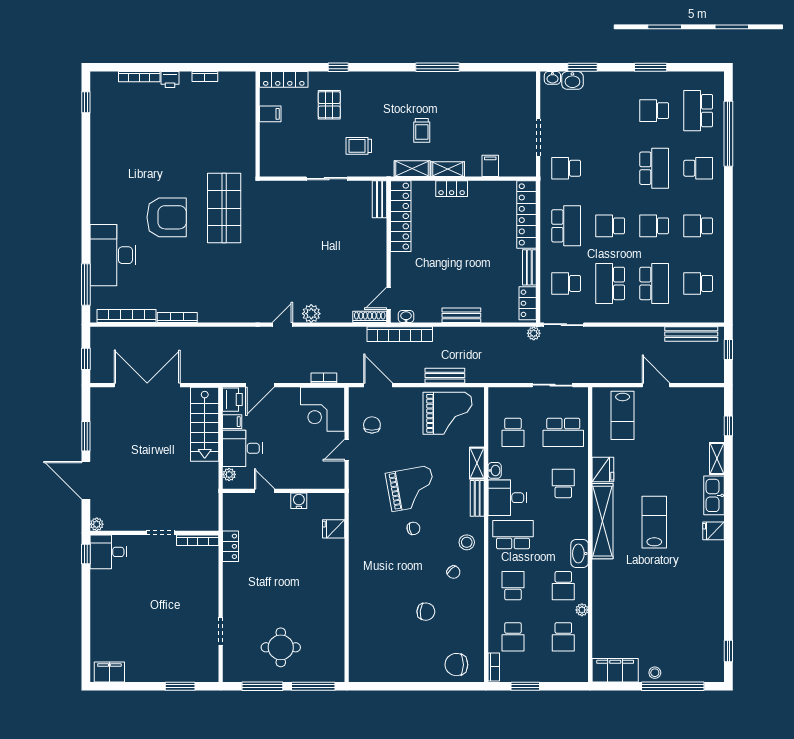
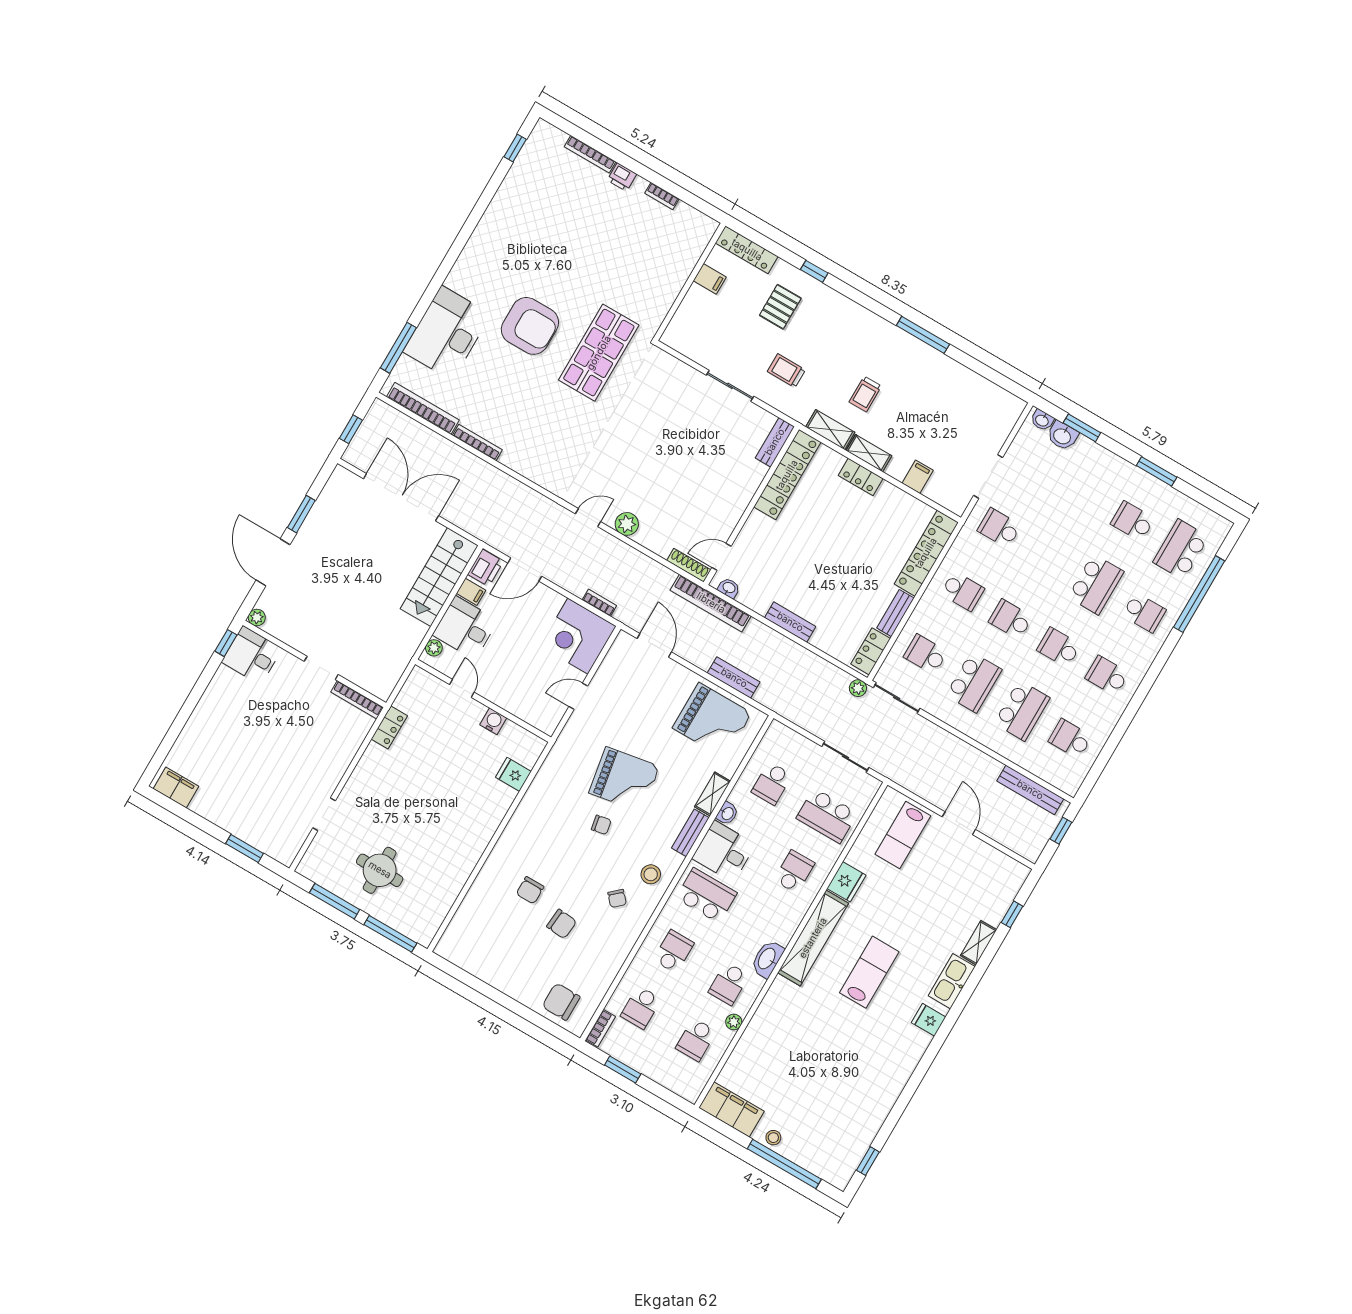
school desk: (566, 226) -> (962, 591), width x0.54
school desk: (610, 283) -> (974, 682), turned 180
chair: (372, 425) -> (530, 890), moved, turned 180

